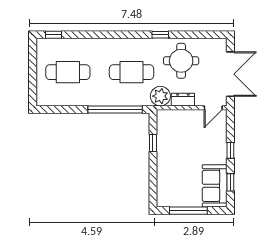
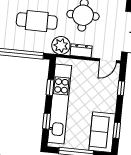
window: (230, 150) -> (121, 88), moved
kitchen unit: (165, 160) -> (60, 104), added
window: (153, 180) -> (47, 121), added

